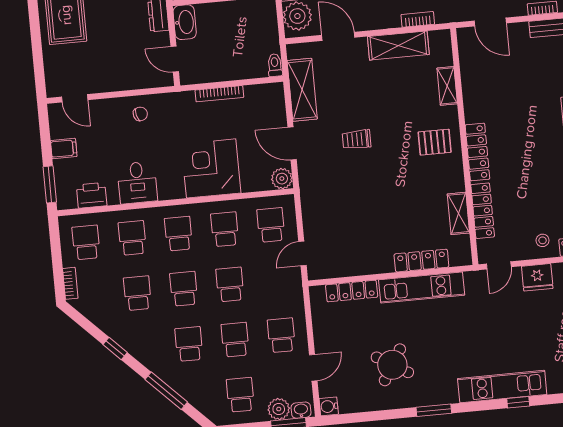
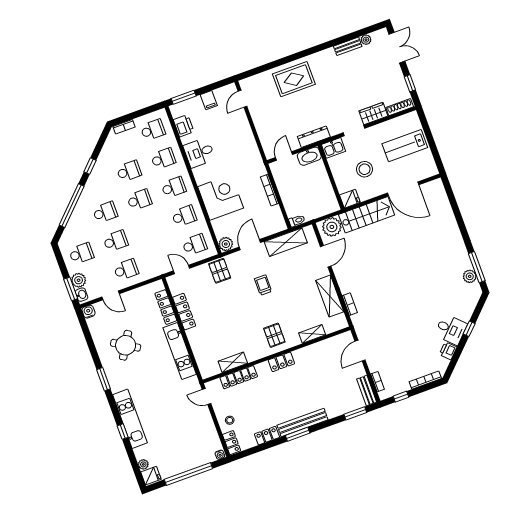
chair: (140, 114) -> (243, 143), removed
locker: (477, 152) -> (281, 362), width x0.66
pallet: (319, 198) -> (220, 271), added
locker: (421, 261) -> (184, 312), moved
fridge: (537, 277) -> (205, 423), removed
school desk: (230, 284) -> (150, 228), removed
window: (166, 391) -> (72, 206), width x1.46

